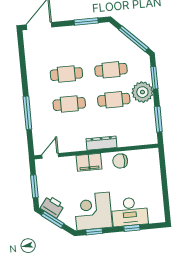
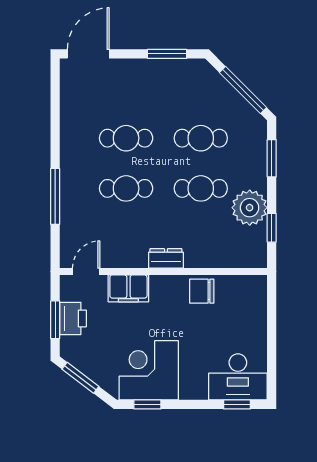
plant: (142, 92) -> (250, 208), moved
window: (158, 119) -> (272, 228), width x0.67
dresser: (102, 143) -> (166, 258), width x0.70
filing cabinet: (89, 162) -> (128, 288), moved
printer: (52, 207) -> (73, 318), moved, turned 53
desk: (130, 212) -> (238, 377), moved
window: (132, 228) -> (237, 404), moved

